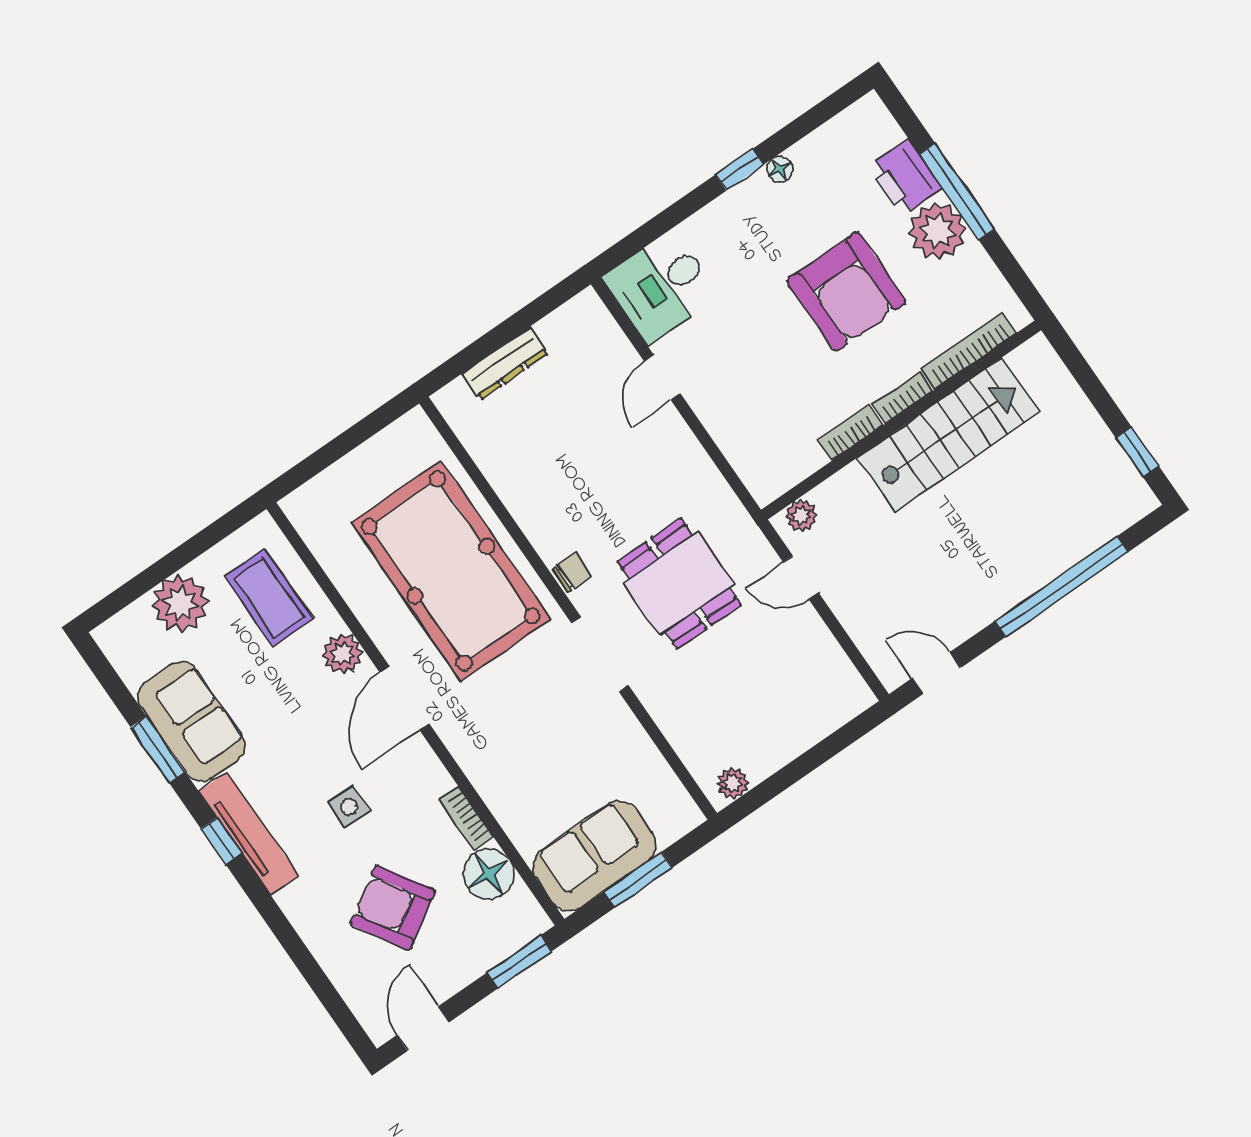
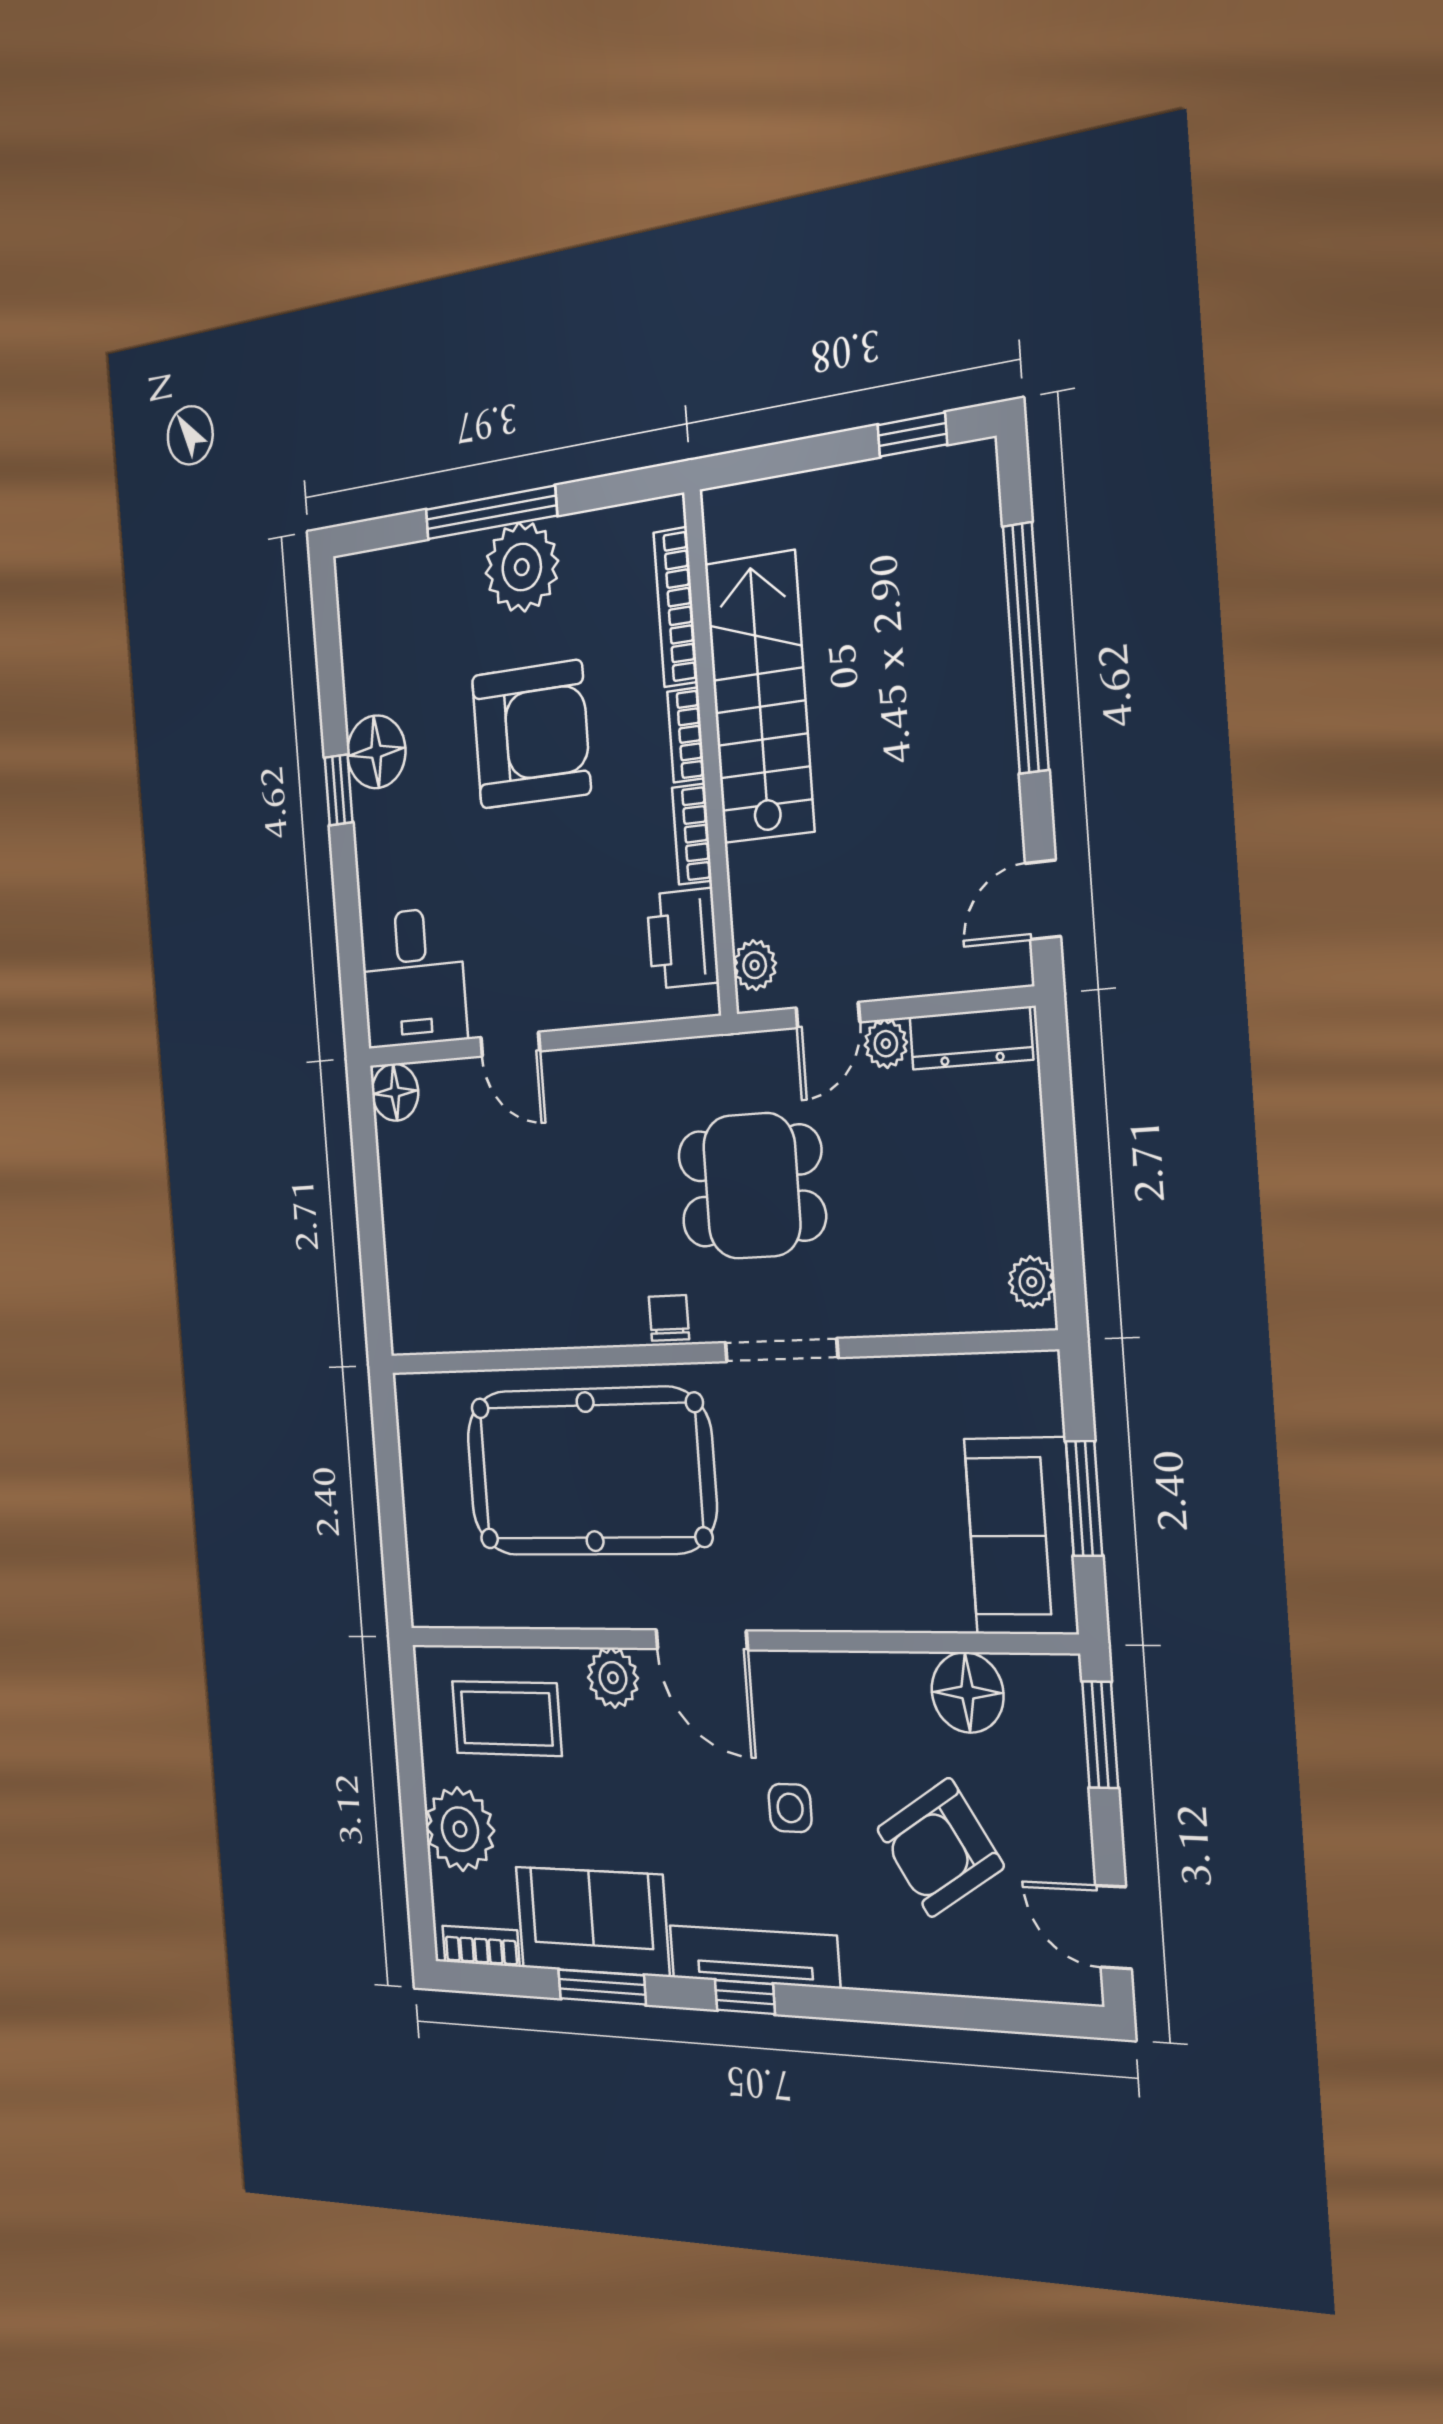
floor lamp: (780, 169) -> (376, 752), width x1.89, depth x1.89
printer: (905, 178) -> (683, 939), moved, turned 90
floor lamp: (586, 311) -> (395, 1092), added
dresser: (505, 363) -> (971, 1038), moved, turned 90
plant: (807, 623) -> (886, 1044), added
bookcase: (465, 818) -> (481, 1946), moved, turned 180

